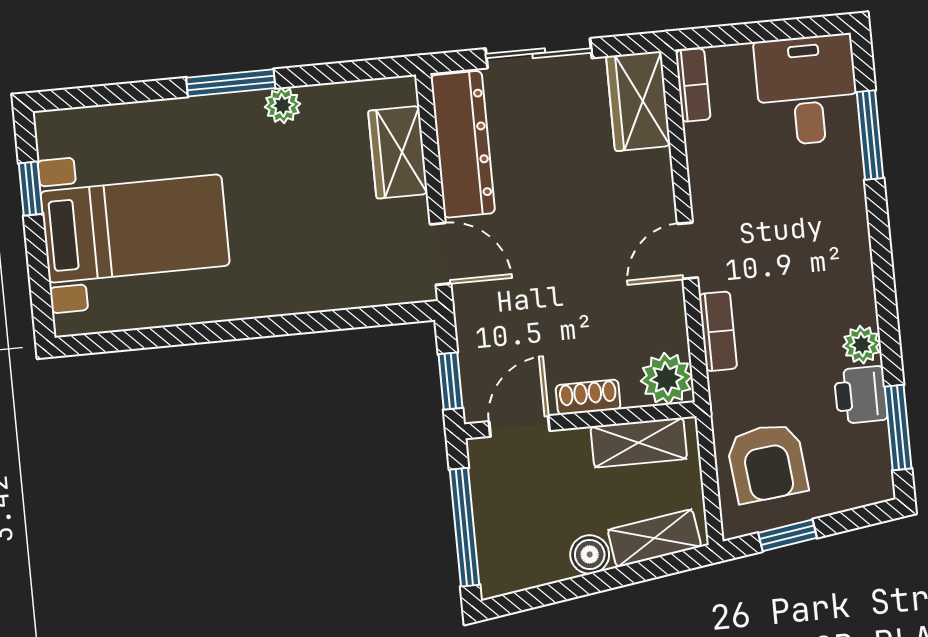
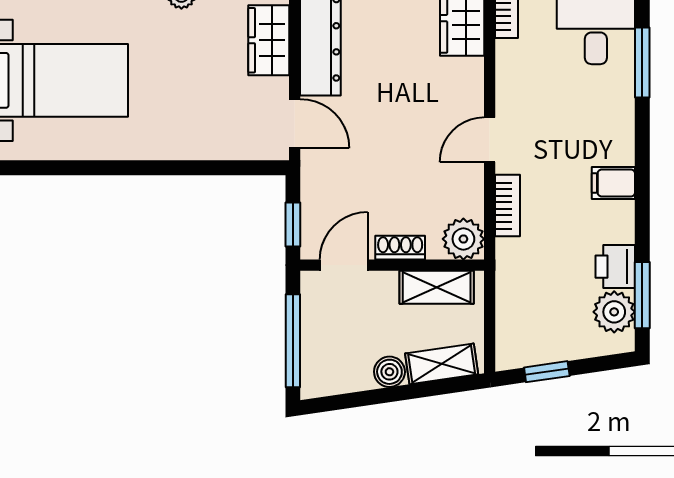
filing cabinet: (848, 290) -> (613, 183), added
plant: (862, 345) -> (614, 312), moved, width x1.38, depth x1.38
armchair: (767, 463) -> (536, 313), removed

